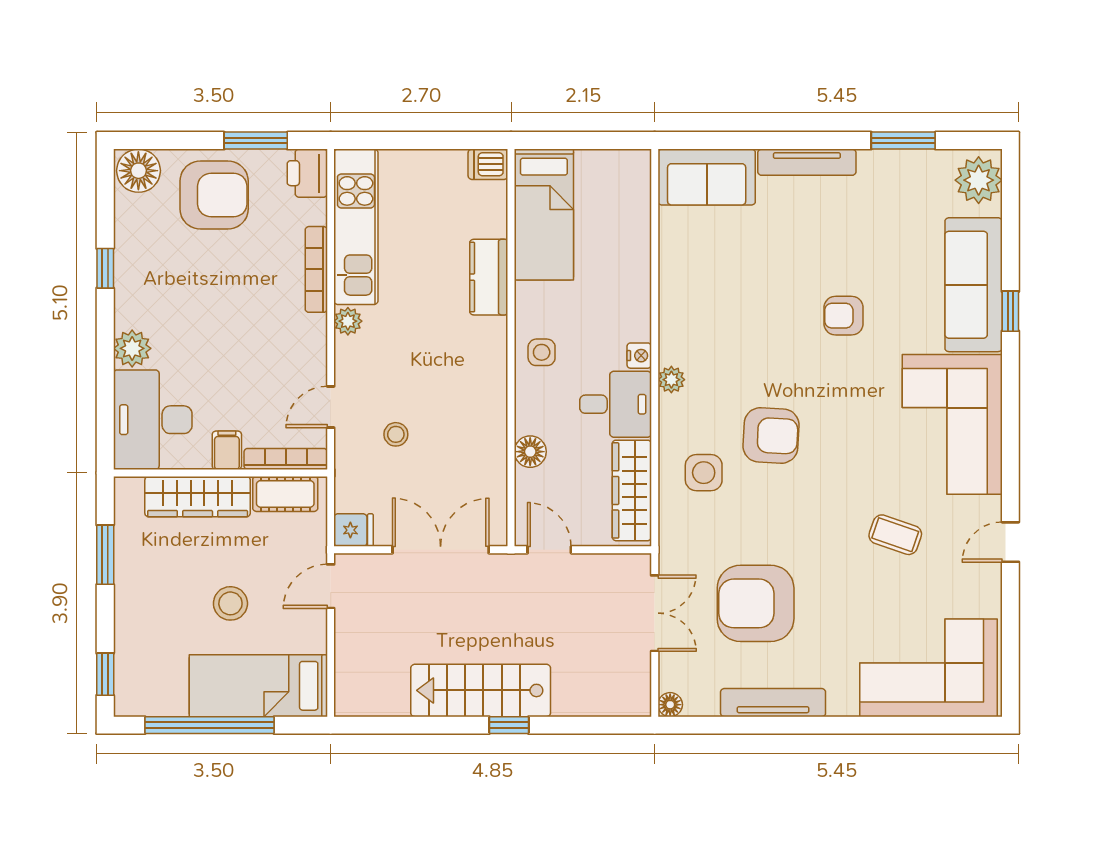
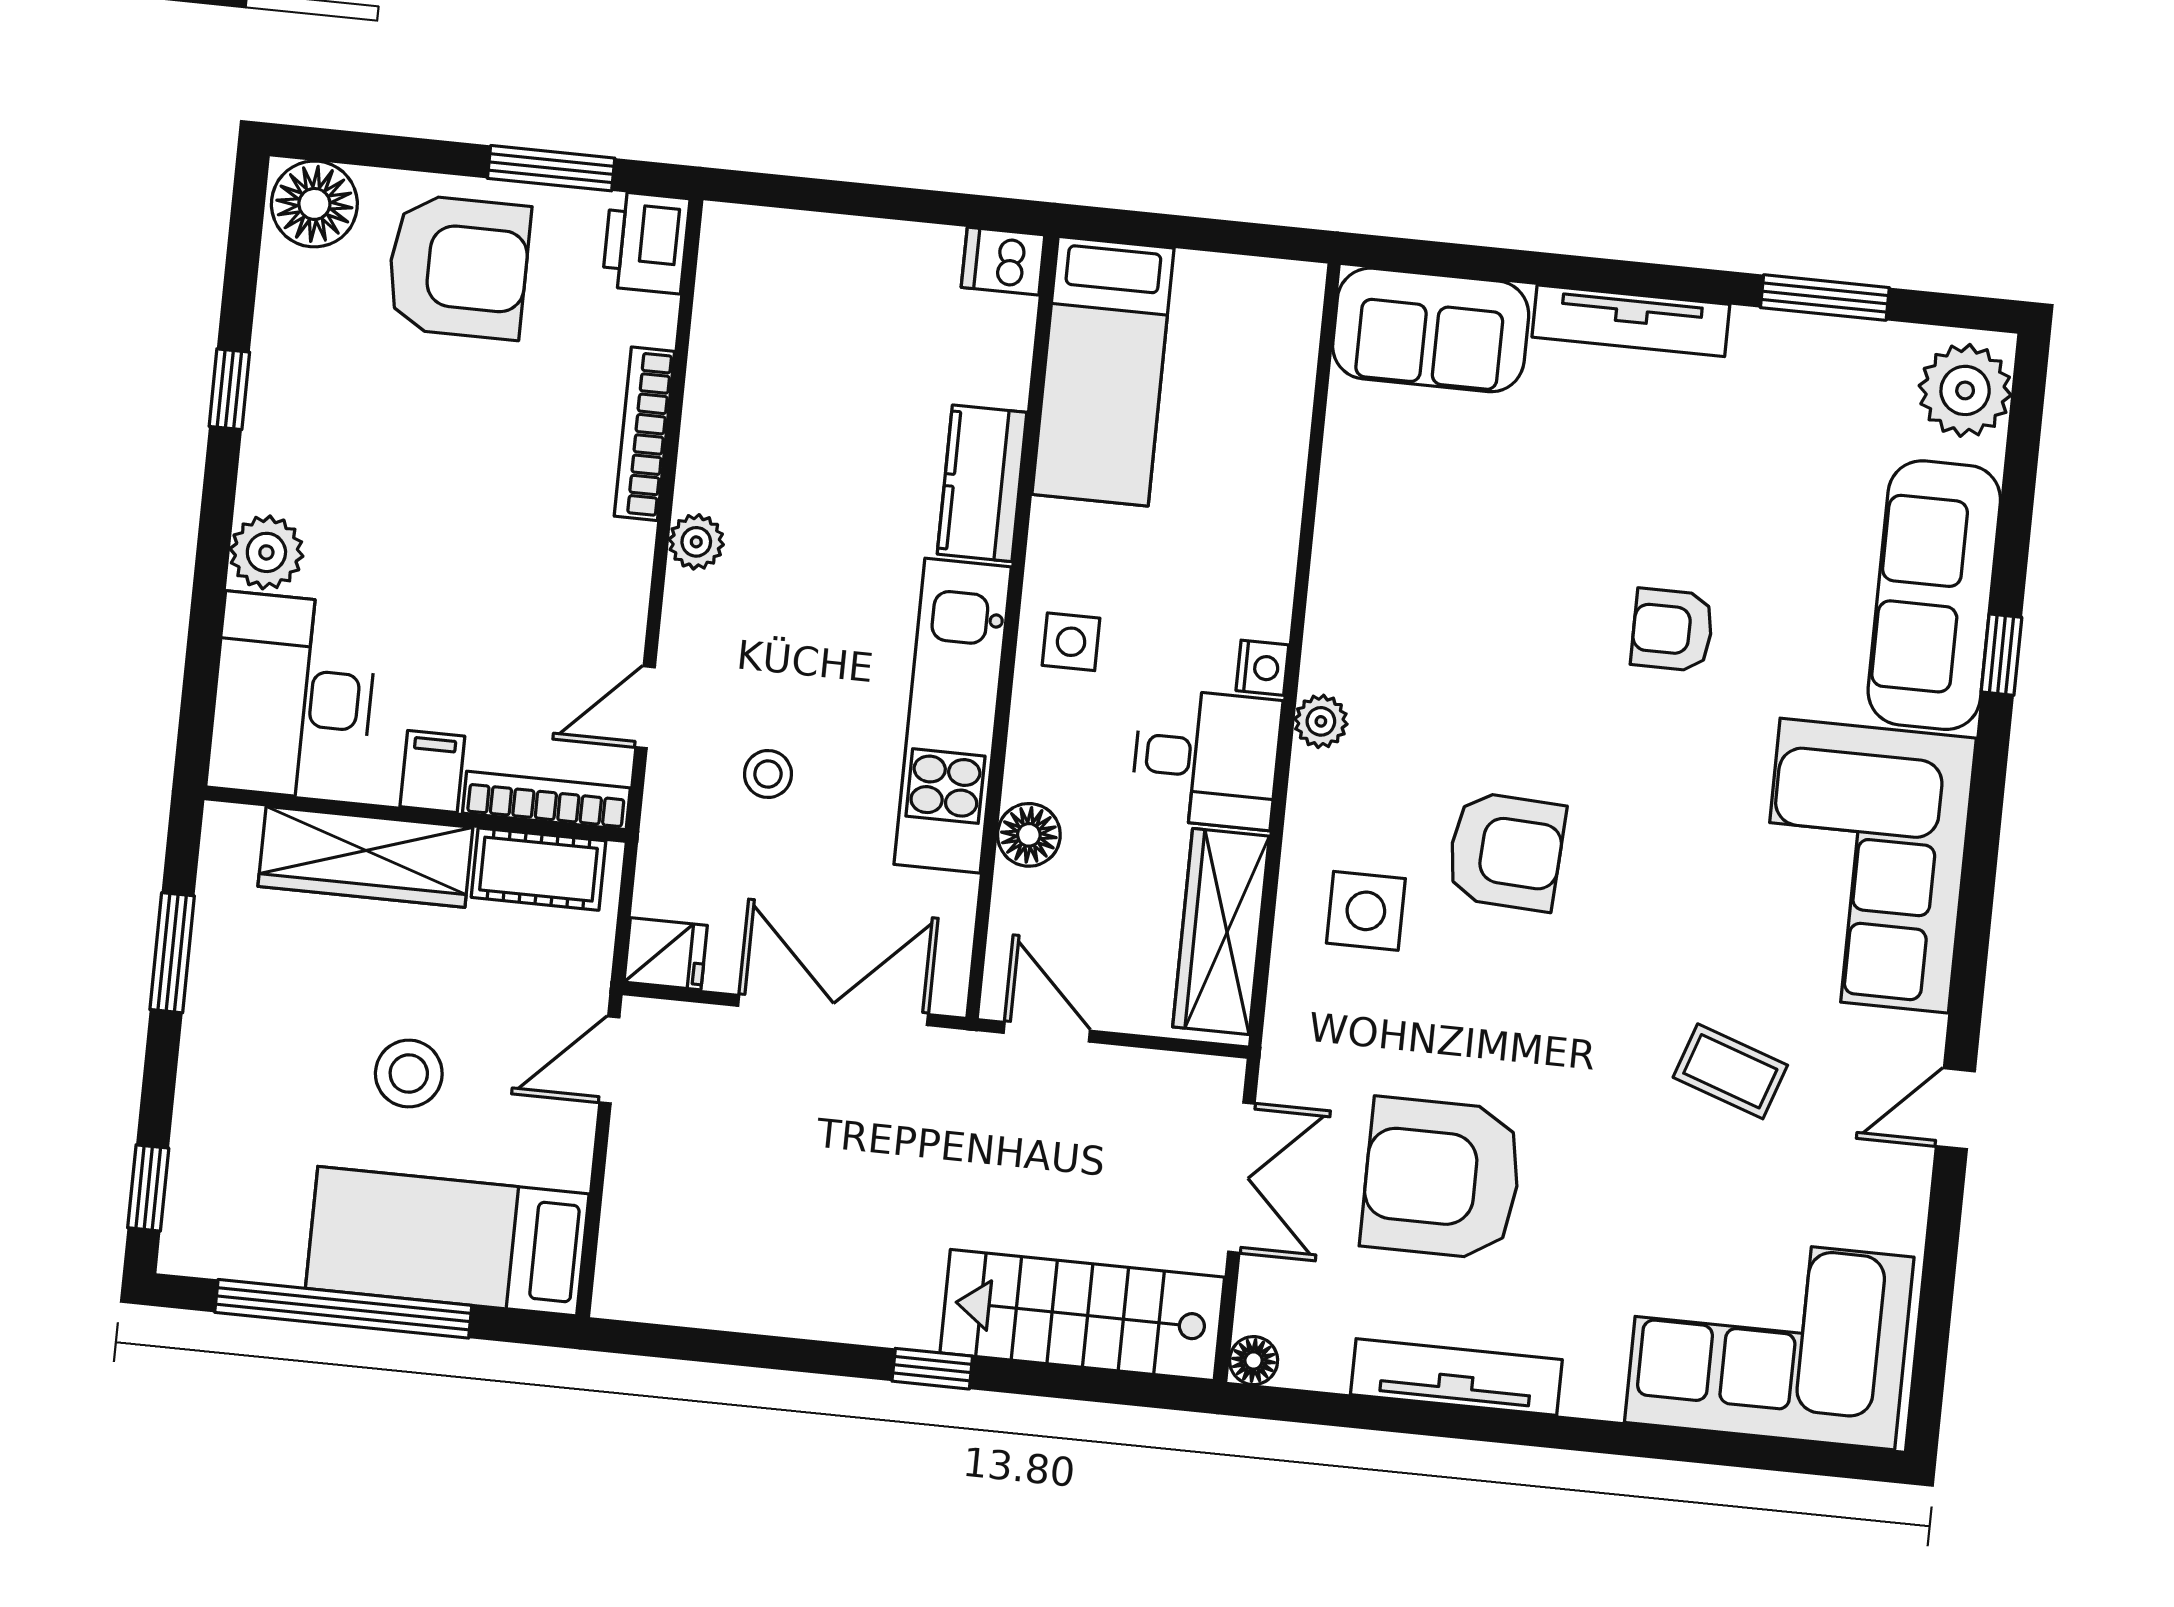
kitchen unit: (356, 227) -> (953, 716), moved, turned 180
stairs: (481, 690) -> (1082, 1315), moved

